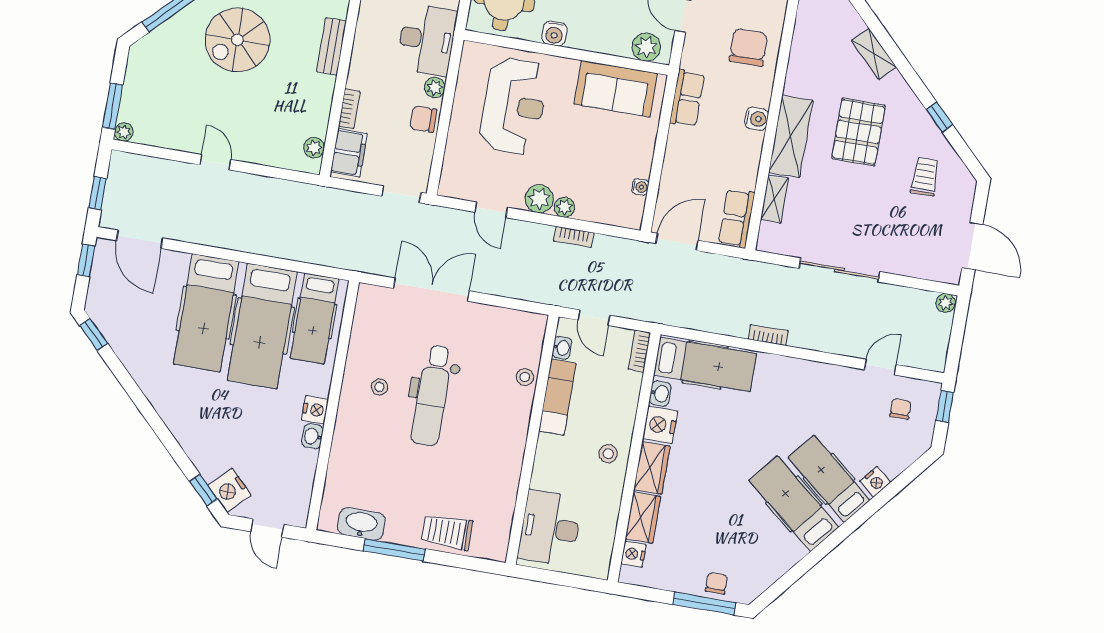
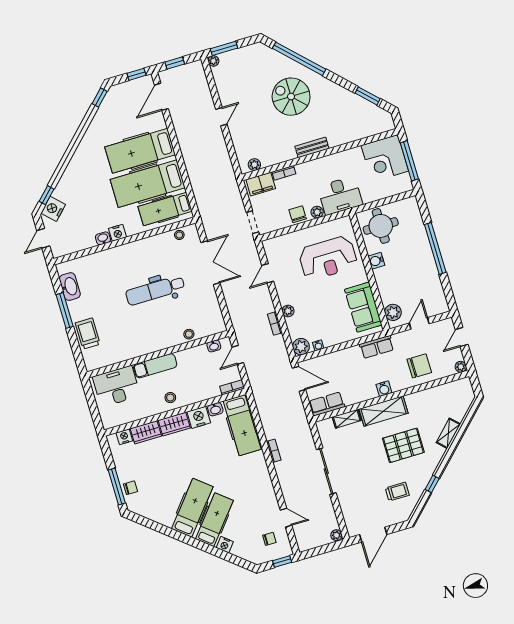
plant: (539, 199) -> (301, 347), moved
stool: (379, 387) -> (179, 235), moved
exam couch: (557, 397) -> (155, 366), moved

